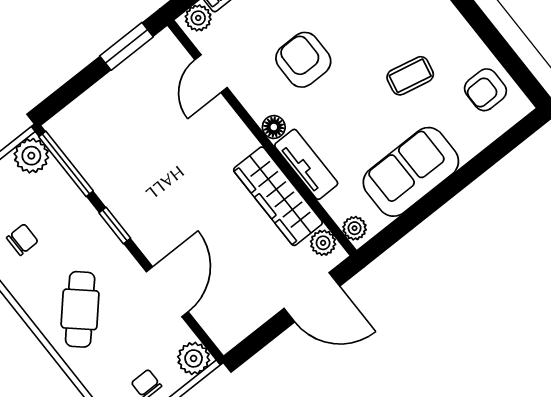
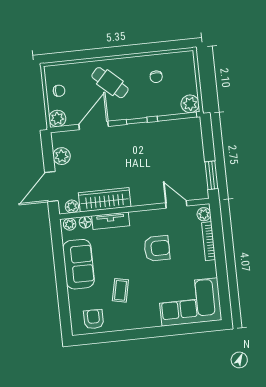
floor lamp: (274, 127) -> (85, 222), moved
door: (167, 292) -> (94, 125), swing flipped
plant: (251, 312) -> (62, 156), added

